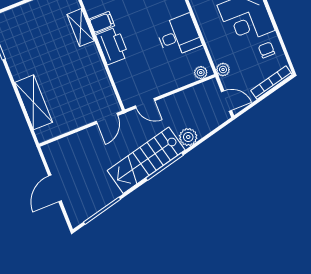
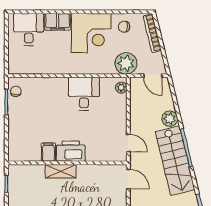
shelving: (81, 28) -> (61, 171), moved
plant: (223, 70) -> (126, 63), width x1.88, depth x1.88
door: (227, 101) -> (153, 76), swing flipped
door: (145, 103) -> (128, 143), hinge flipped

